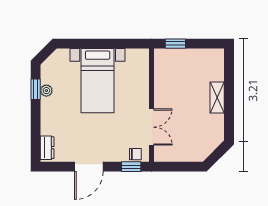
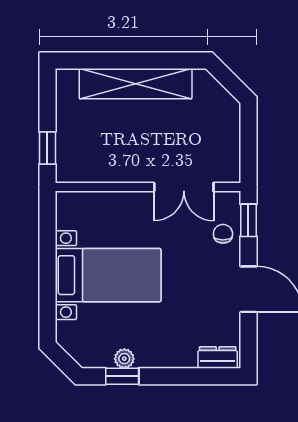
shelving: (217, 97) -> (136, 84), width x2.20, depth x1.33
double door: (151, 127) -> (184, 187), swing flipped
chair: (135, 154) -> (223, 234), moved

